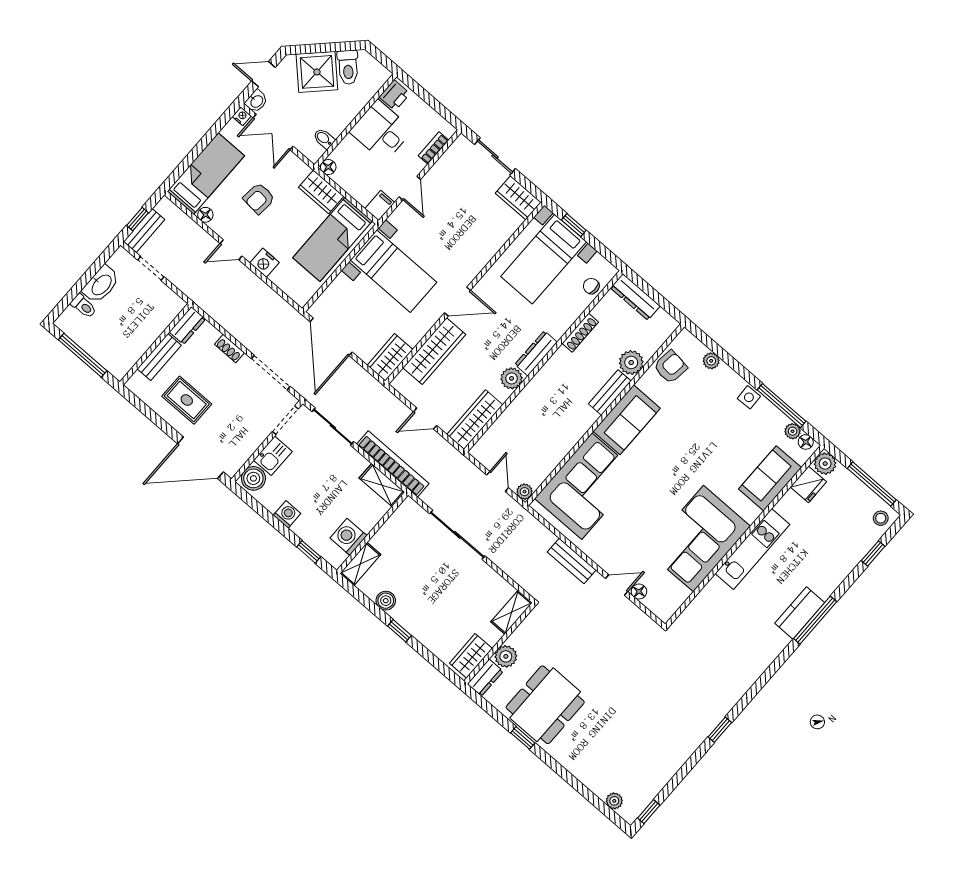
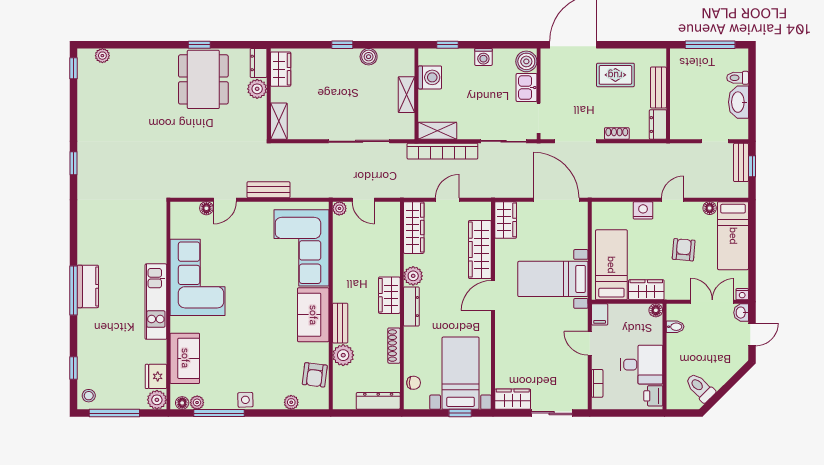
shower: (317, 72) -> (718, 367), removed
wardrobe: (546, 380) -> (389, 295), added
shelving: (360, 564) -> (406, 95), moved

